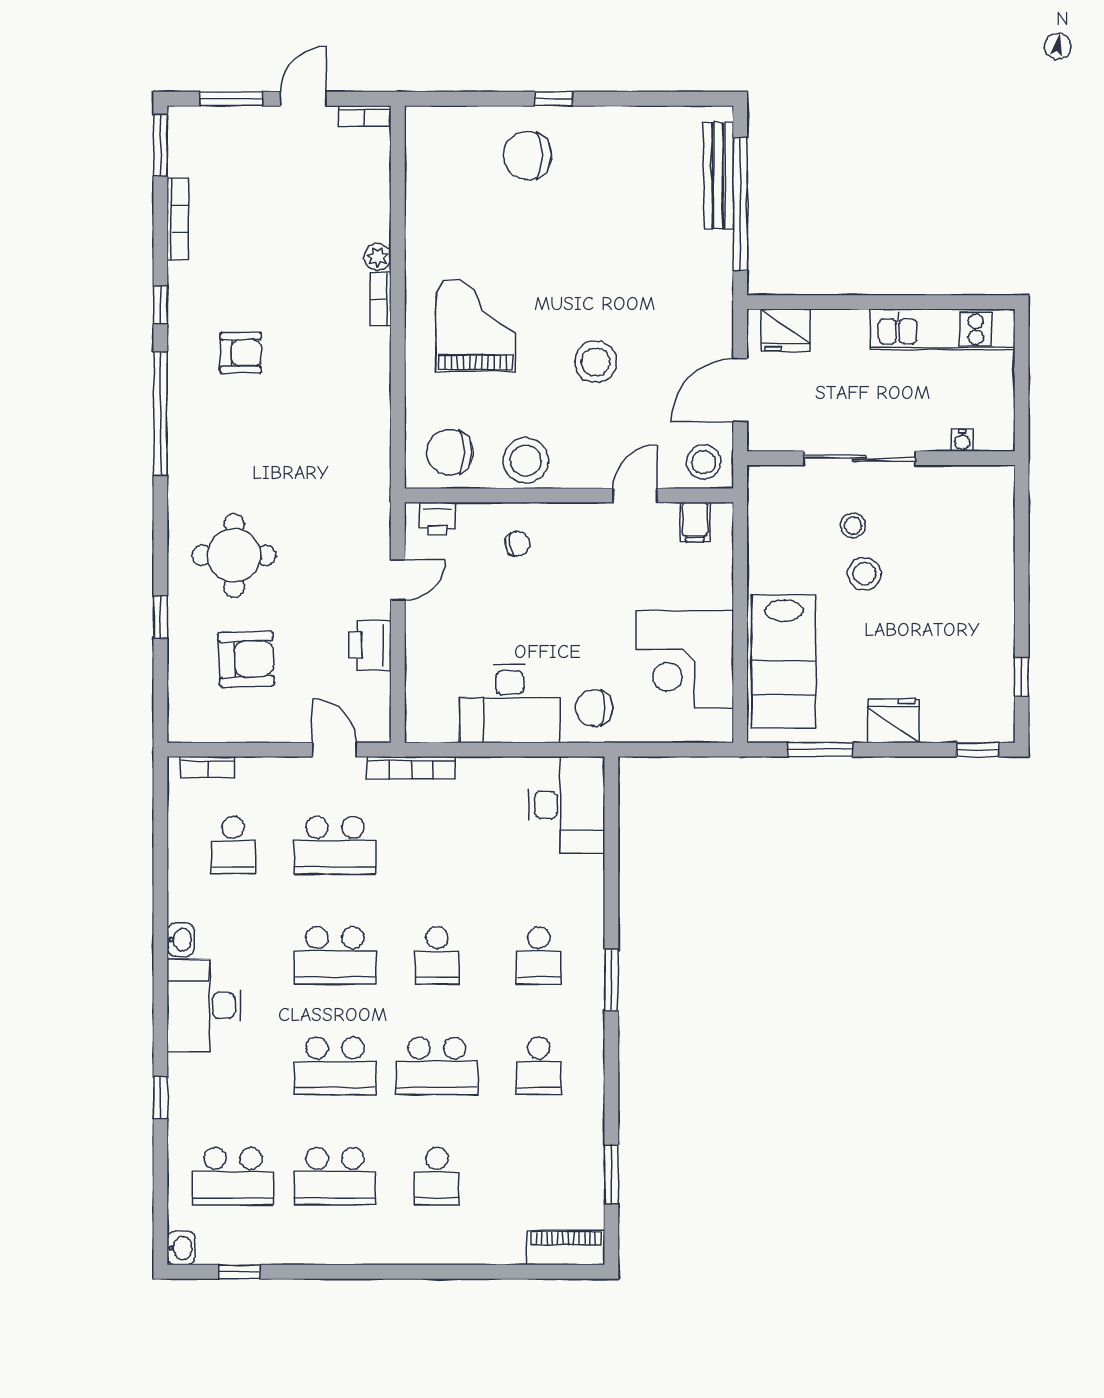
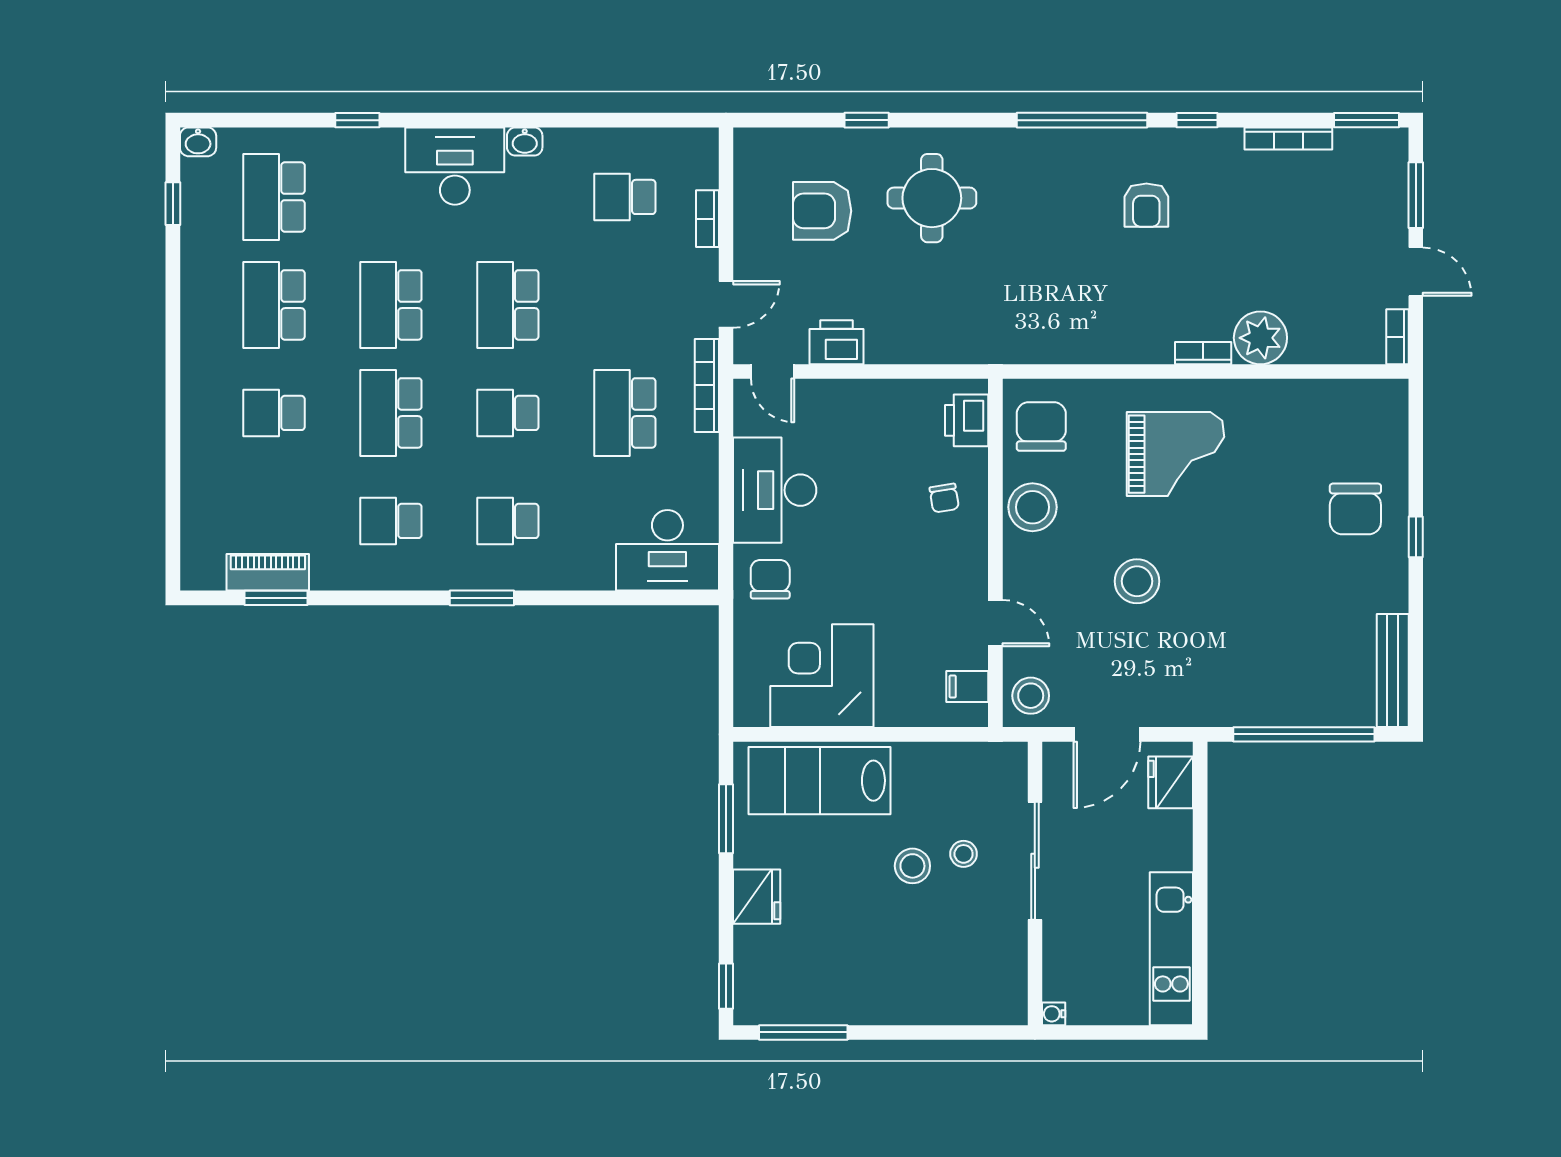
chair: (527, 156) -> (1355, 509), turned 180
bench: (718, 176) -> (1393, 671), moved, turned 90
plant: (378, 257) -> (1260, 338), width x1.87, depth x1.87
door: (740, 390) -> (1107, 734), swing flipped
water cooler: (962, 440) -> (1054, 1014), moved
printer: (437, 519) -> (967, 420), width x1.36, depth x1.24
door: (398, 580) -> (773, 372), moved
armchair: (246, 659) -> (822, 211), turned 92
window: (1022, 677) -> (803, 1032), width x2.17
bookcase: (207, 767) -> (707, 219), moved
school desk: (335, 845) -> (625, 413), moved
piano: (566, 1248) -> (268, 572), moved, turned -90

